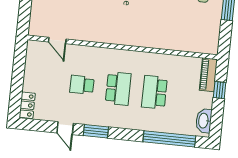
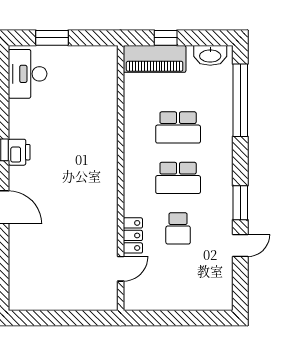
piano: (208, 75) -> (155, 59), width x1.37, depth x1.33
school desk: (118, 89) -> (178, 178), turned 180
locker: (27, 105) -> (133, 235), moved, turned 90

